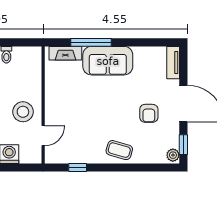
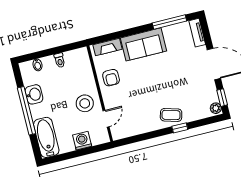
window: (91, 42) -> (169, 22), moved
armchair: (149, 113) -> (111, 78), moved
window: (78, 167) -> (180, 128), moved

